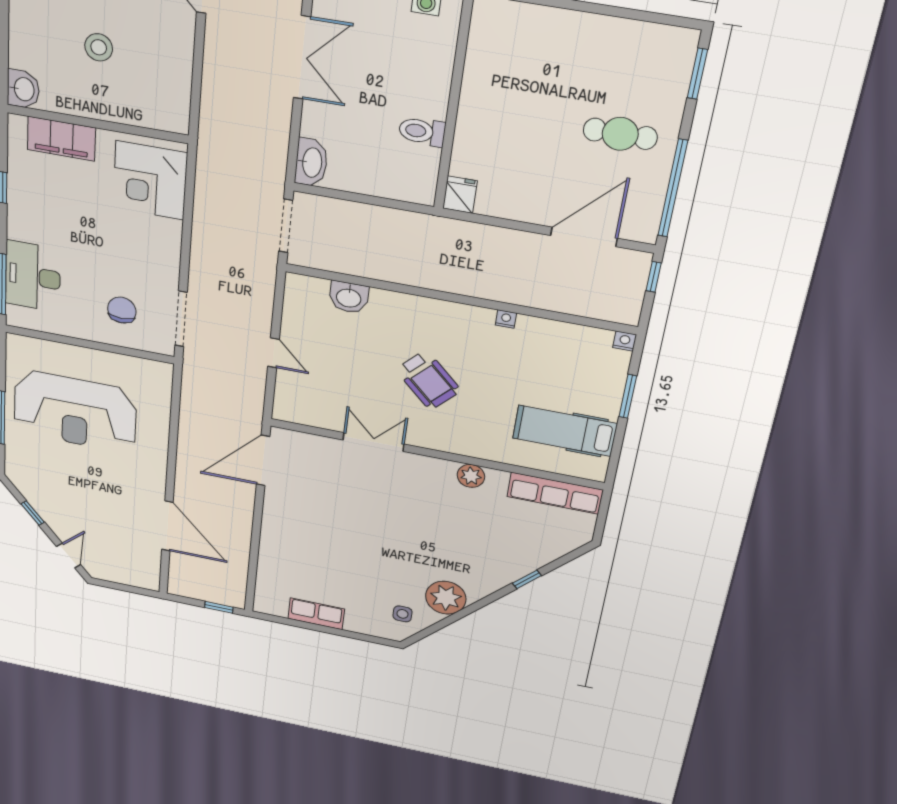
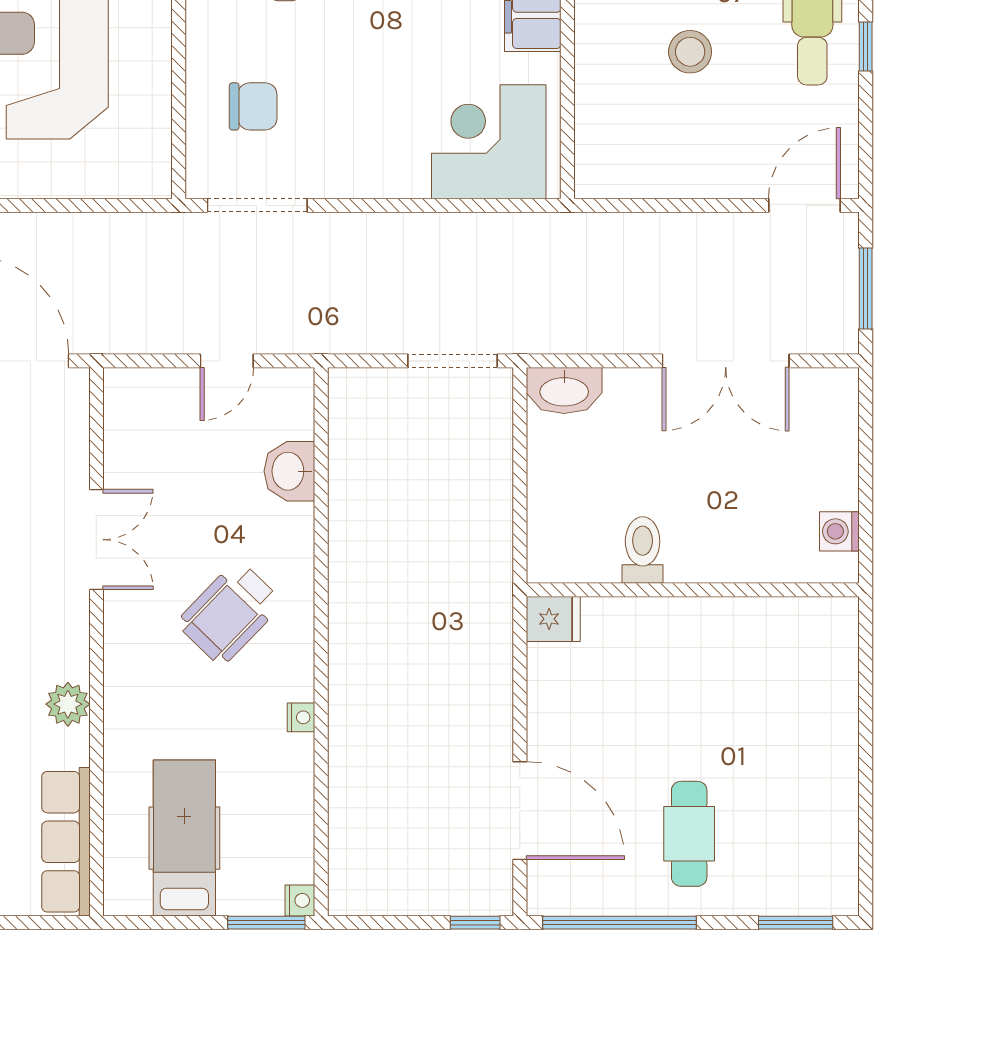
washbasin: (349, 297) -> (289, 471), moved
wall: (459, 299) -> (321, 642), moved
nightstand: (506, 319) -> (301, 717), moved
nightstand: (625, 341) -> (300, 900), moved

